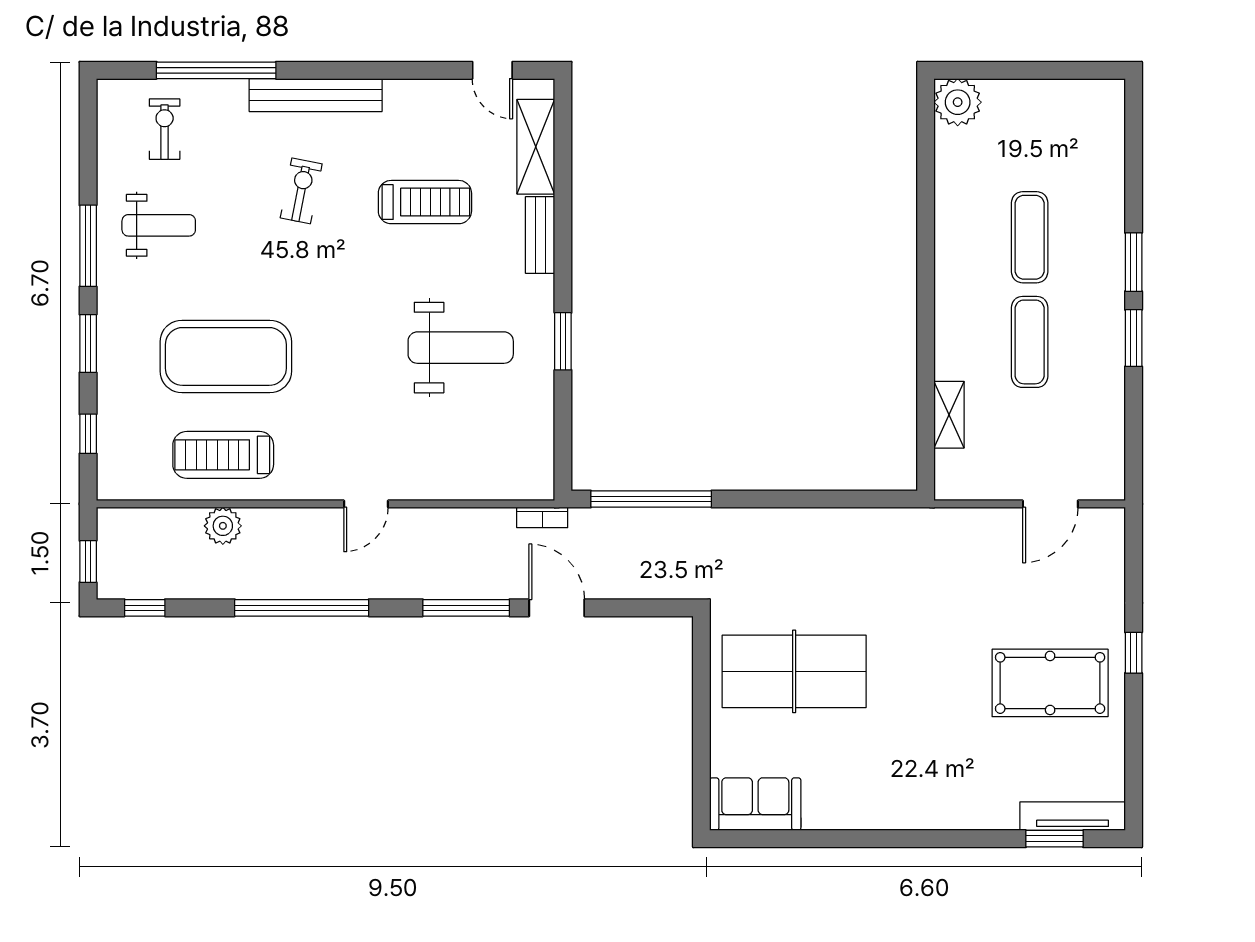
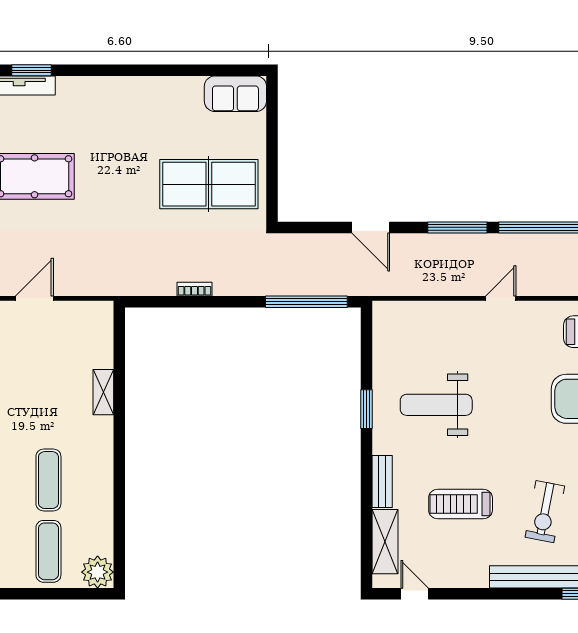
exercise bike: (301, 191) -> (545, 512), width x1.38, depth x1.39
exercise mat: (1030, 342) -> (48, 551), moved
shelving: (949, 415) -> (103, 392), moved
bookcase: (542, 517) -> (194, 289), moved
window: (466, 608) -> (457, 227), moved

